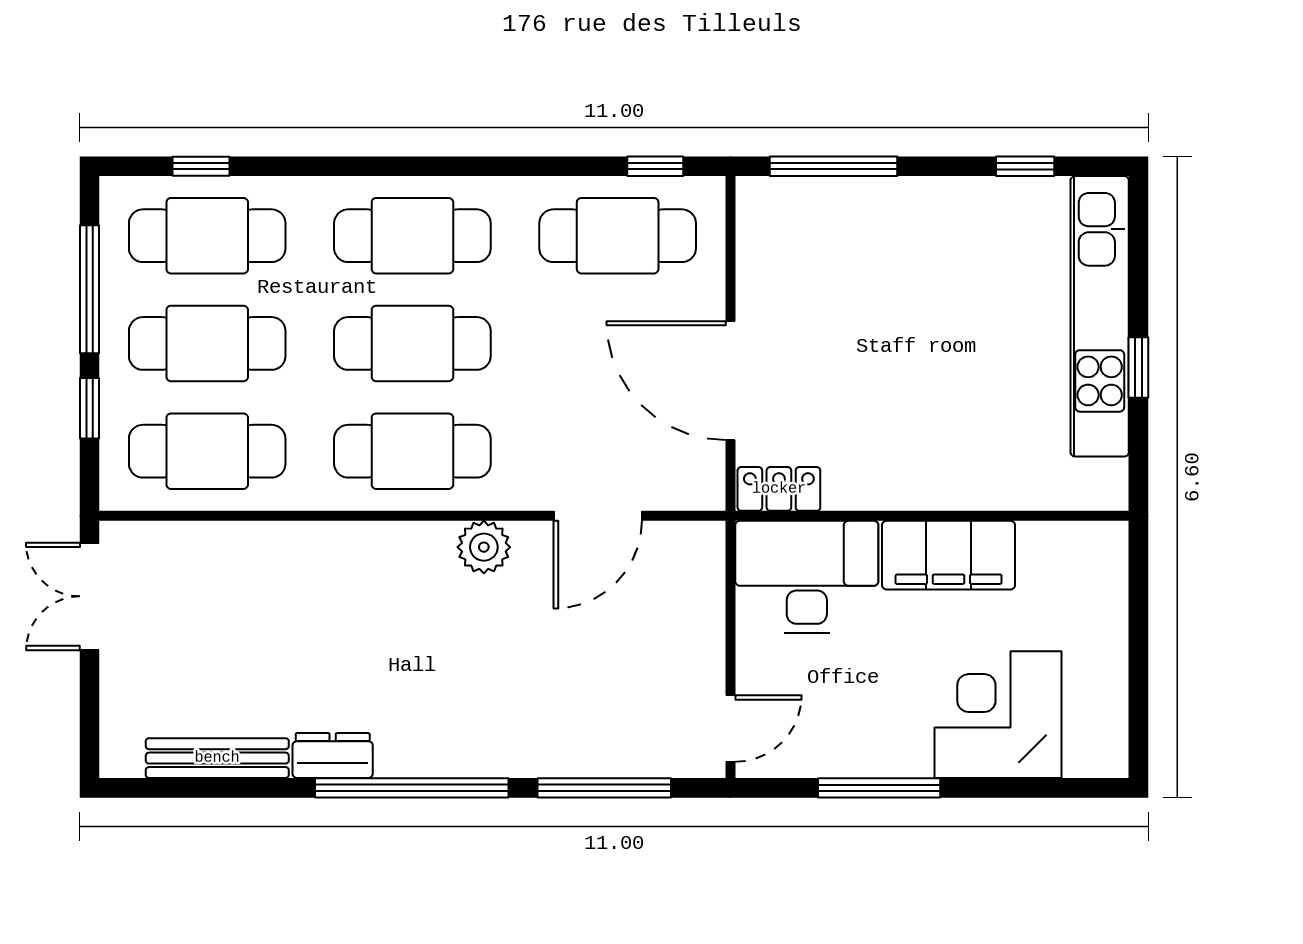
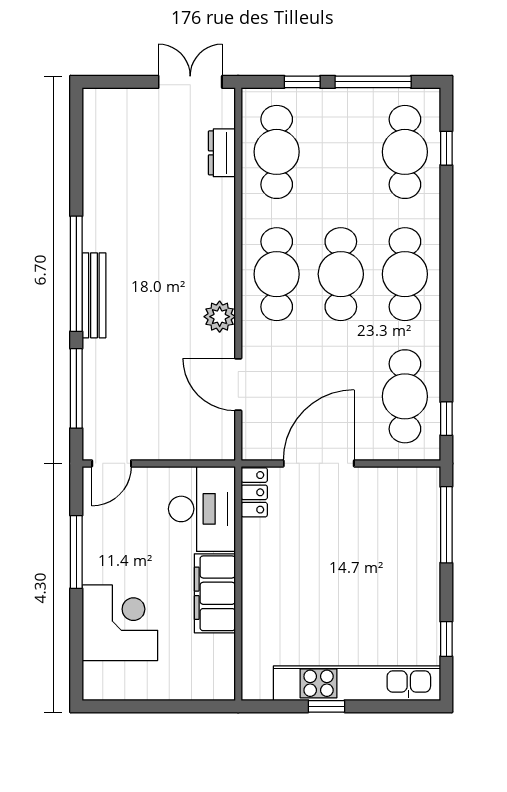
cafe table: (207, 343) -> (341, 152), removed
door: (730, 728) -> (112, 463), hinge flipped
dresser: (333, 756) -> (222, 153), moved, turned 180
bench: (217, 758) -> (94, 295), moved

